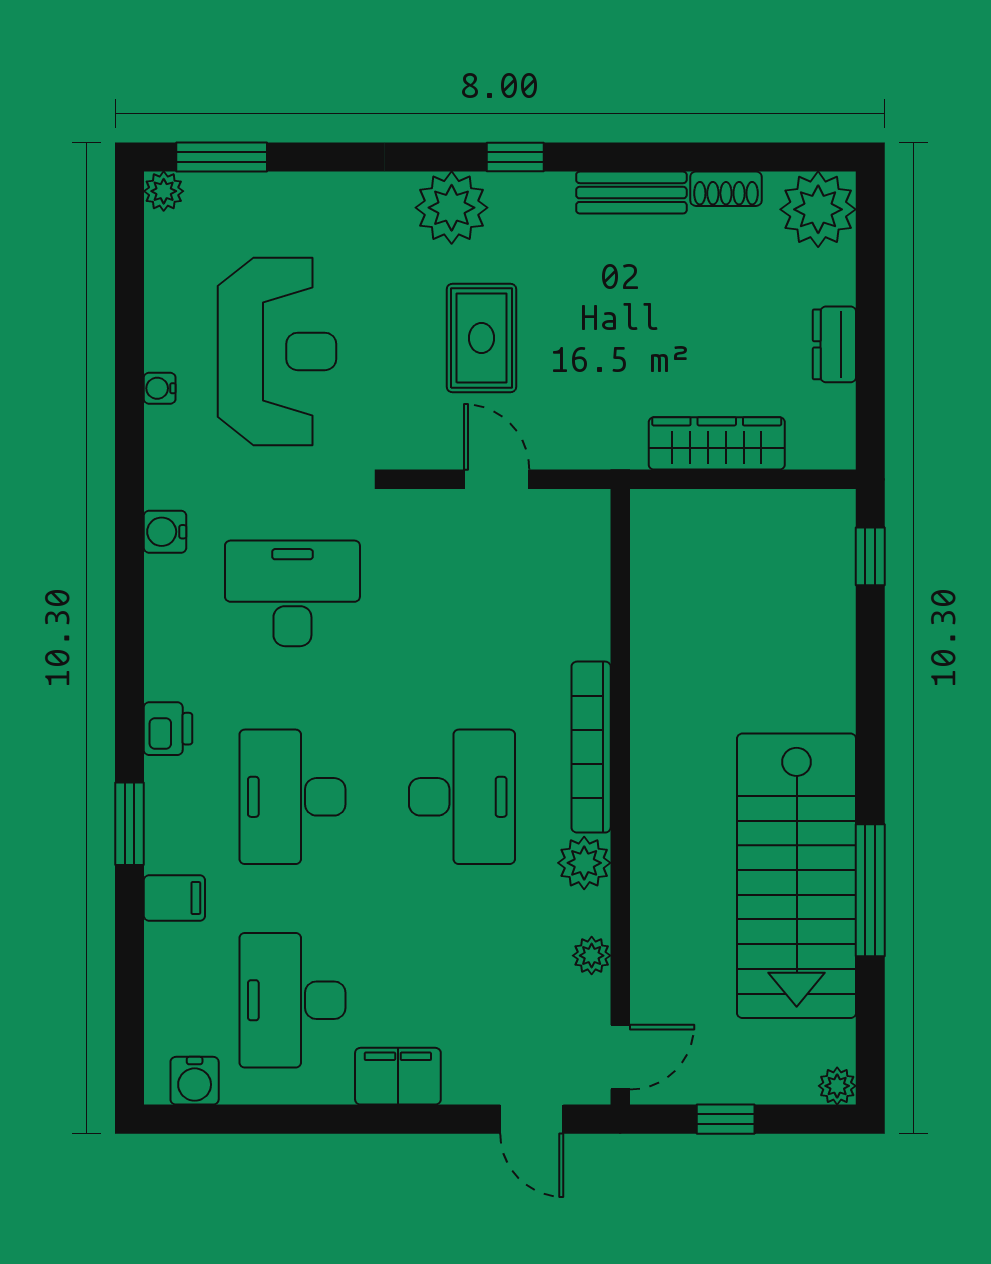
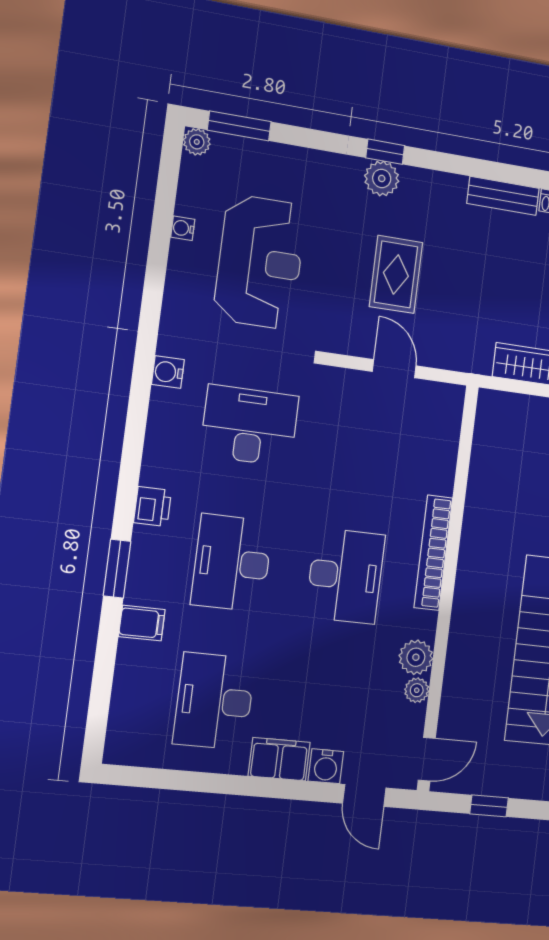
window: (515, 157) -> (385, 152), moved
plant: (452, 208) -> (382, 178), width x0.73, depth x0.73
water cooler: (160, 388) -> (183, 228), moved
plant: (584, 863) -> (416, 657), moved
water cooler: (195, 1081) -> (326, 766), moved

